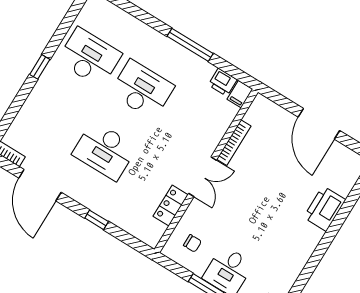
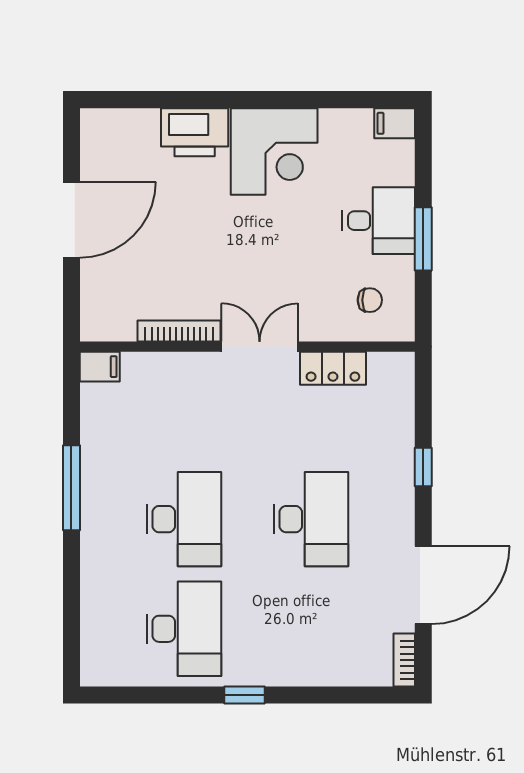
desk: (89, 57) -> (184, 629), turned 180
printer: (223, 82) -> (98, 404), removed
desk: (142, 90) -> (184, 519), turned 180
corner desk: (292, 241) -> (274, 151), added
chair: (192, 243) -> (370, 300), turned 90

